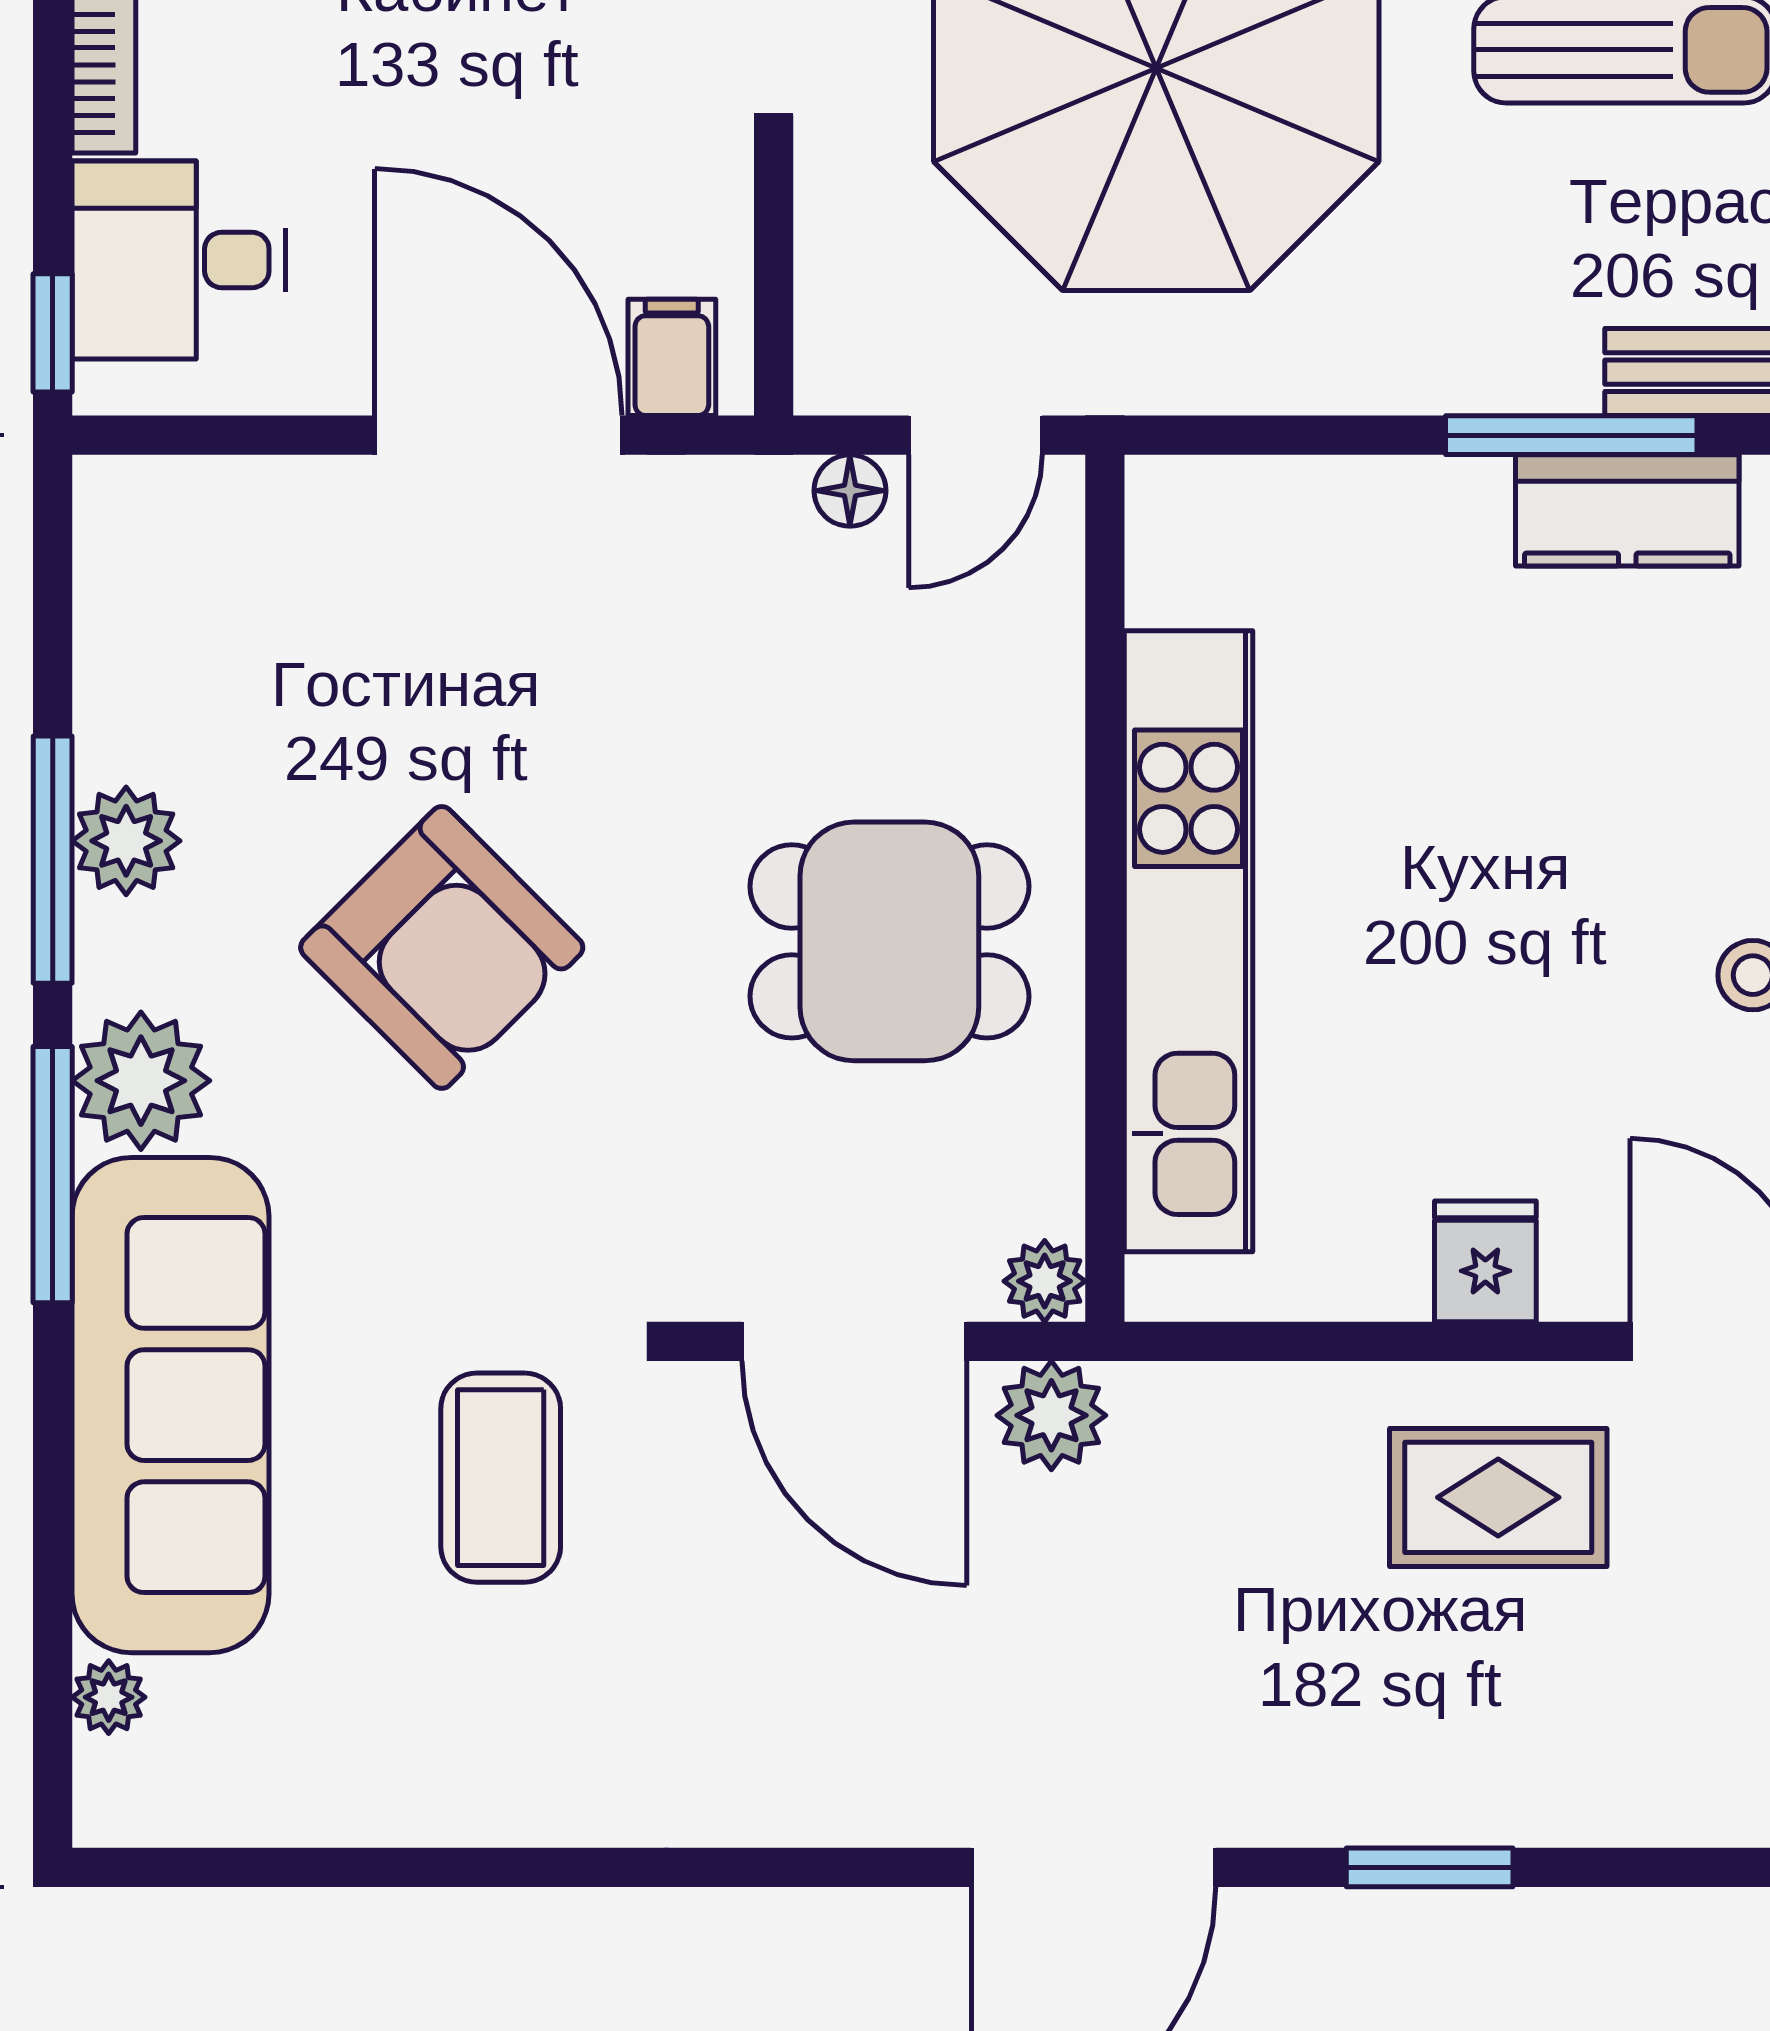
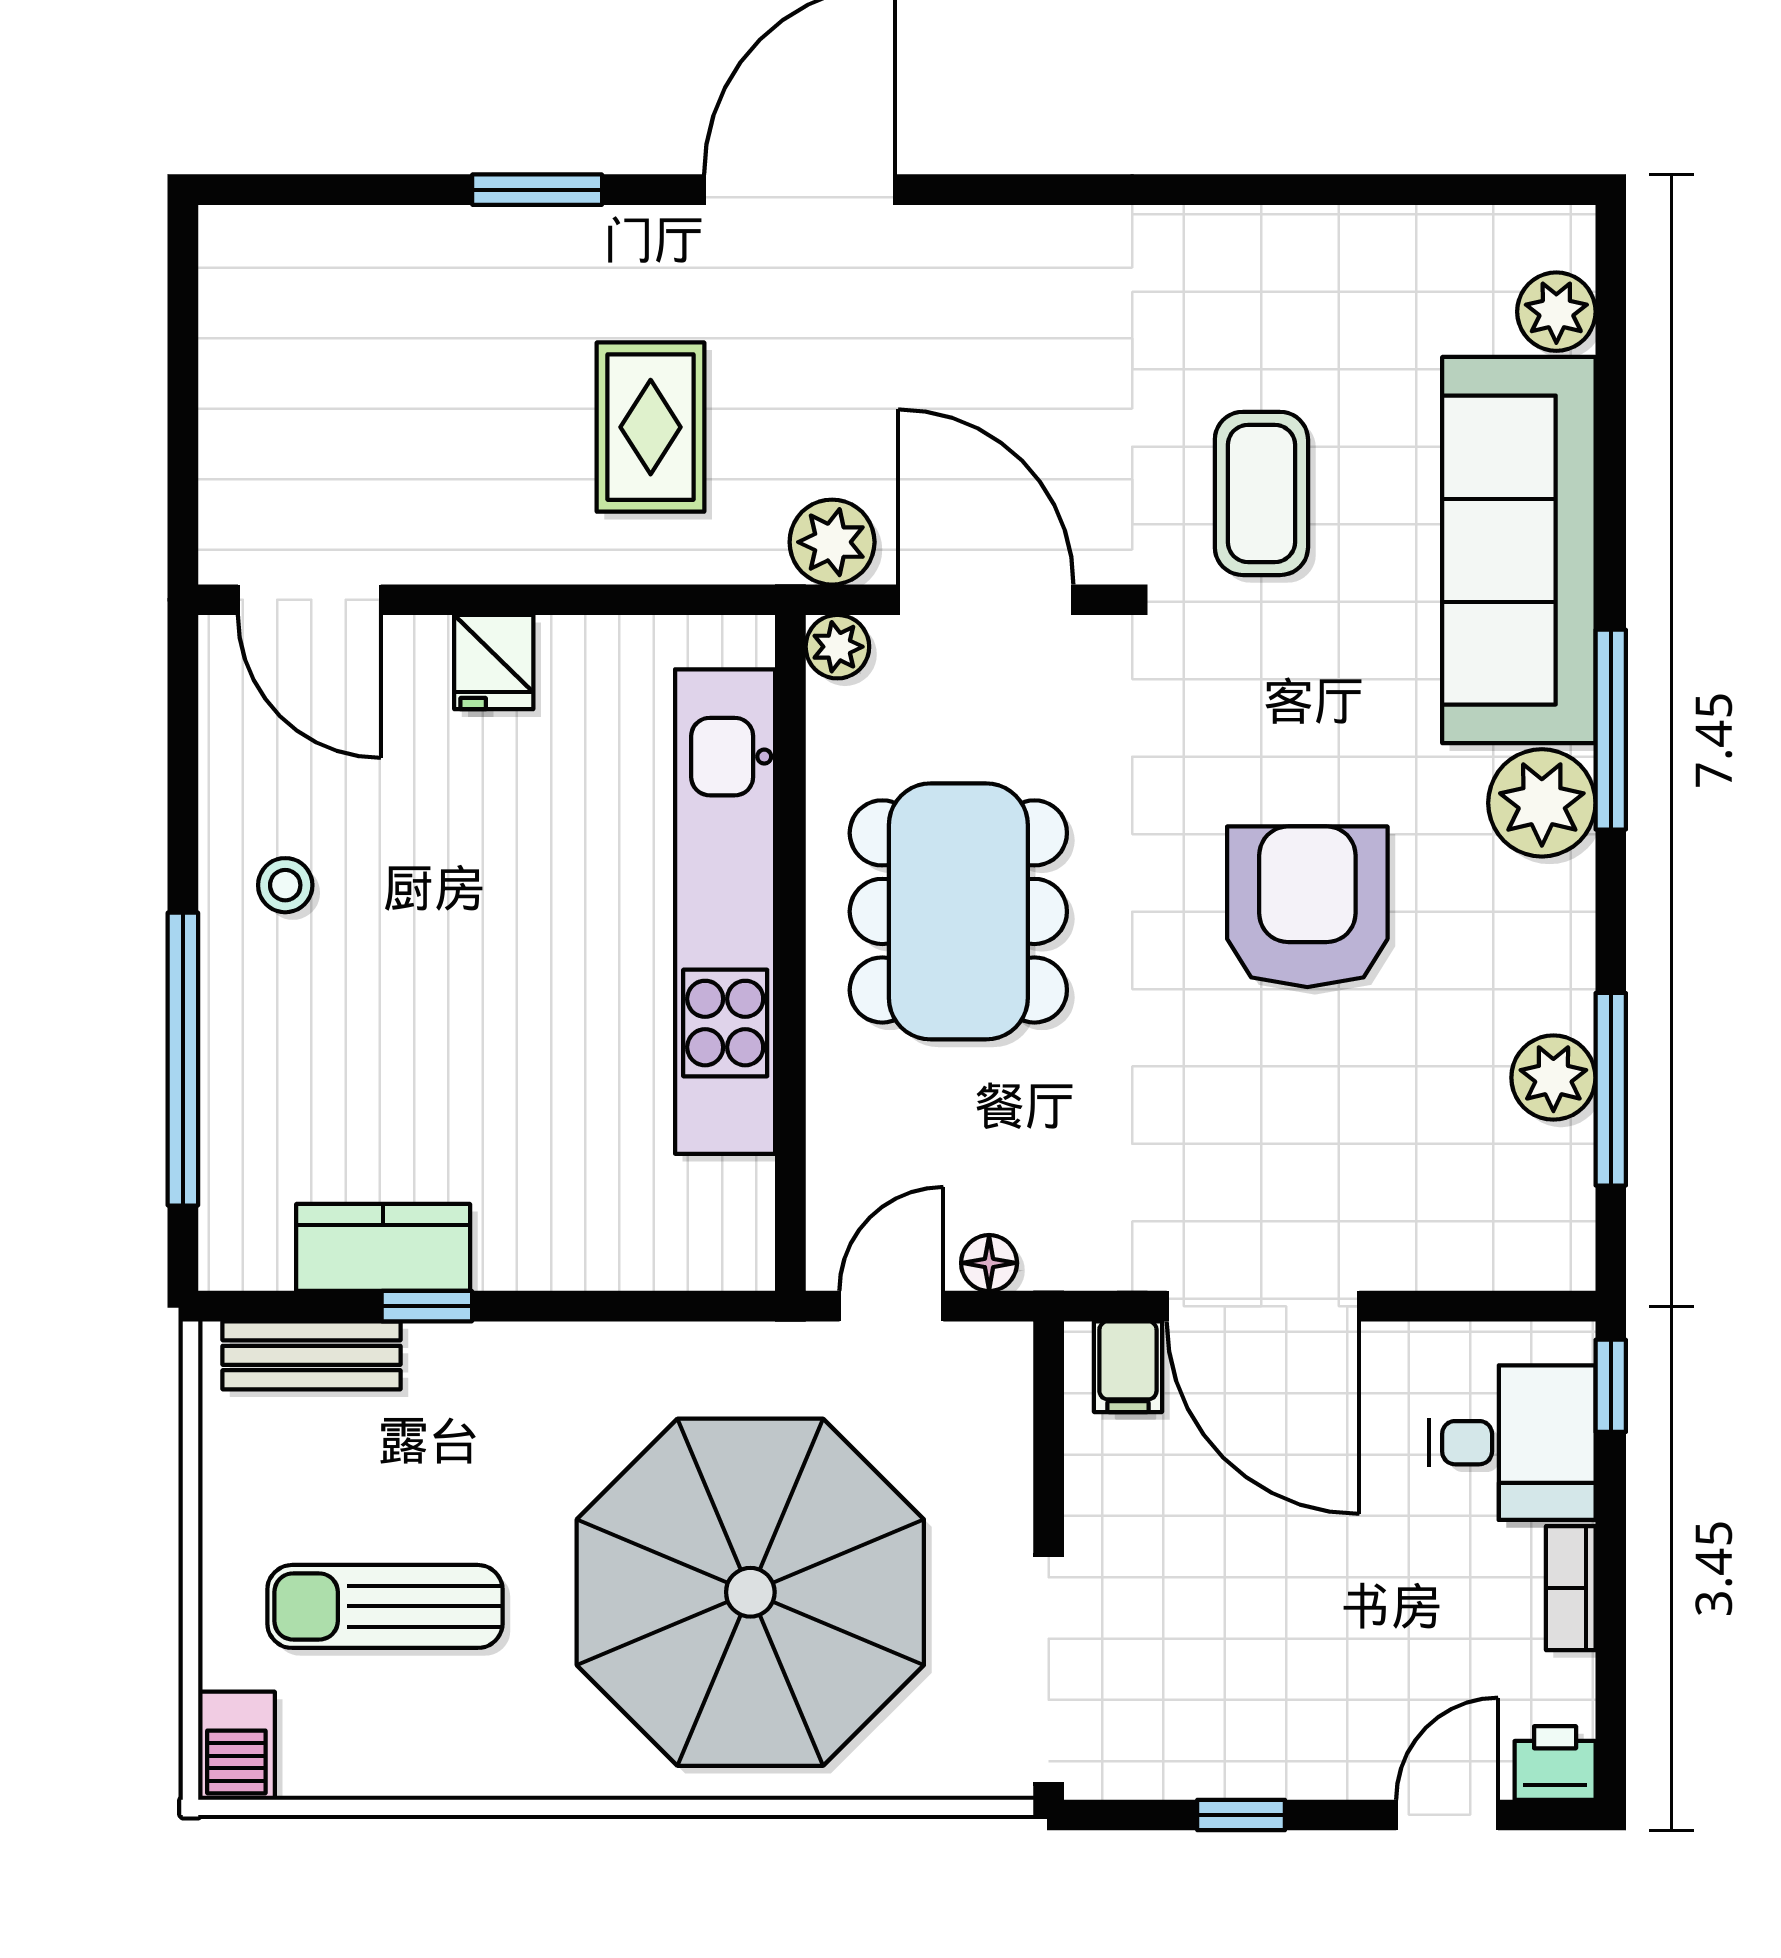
window: (1571, 435) -> (427, 1306), width x0.46
plant: (126, 841) -> (1553, 1078), moved
window: (53, 860) -> (1611, 1089), moved
dining table: (889, 941) -> (958, 911), width x1.38
armchair: (442, 947) -> (1307, 907), turned 45
rug: (1498, 1497) -> (651, 427), moved, turned 90
plant: (109, 1697) -> (1556, 312), width x1.38, depth x1.38

